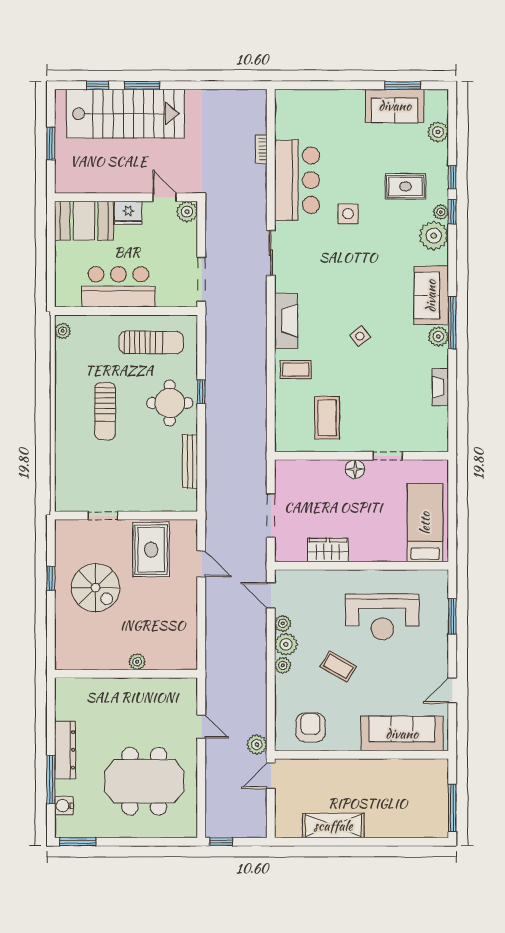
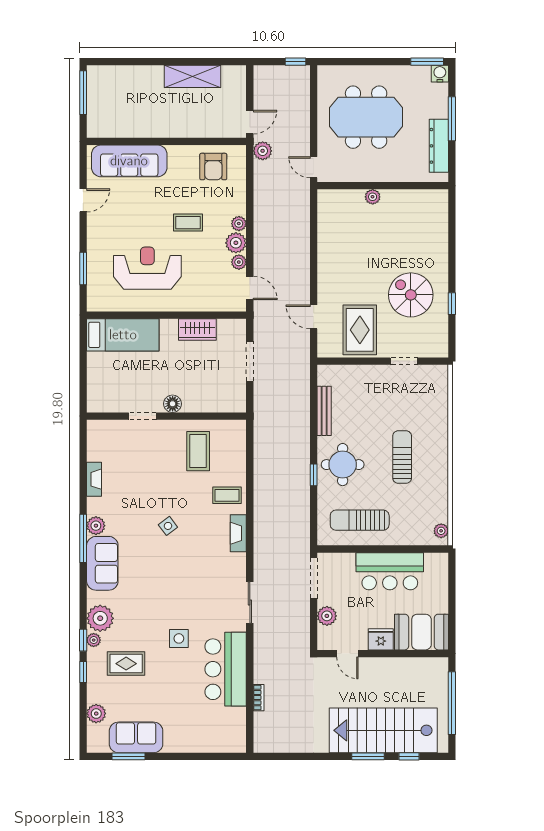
window: (51, 143) -> (452, 703), width x2.11
plant: (187, 212) -> (327, 616), moved
fireplace: (286, 321) -> (238, 533), width x0.73, depth x0.76
bed: (425, 523) -> (123, 335), moved, turned -90
plant: (137, 662) -> (373, 197), moved
coffee table: (338, 666) -> (188, 223), turned -30
wall: (126, 674) -> (383, 186), moved
water cooler: (64, 806) -> (440, 74), moved, turned -90

